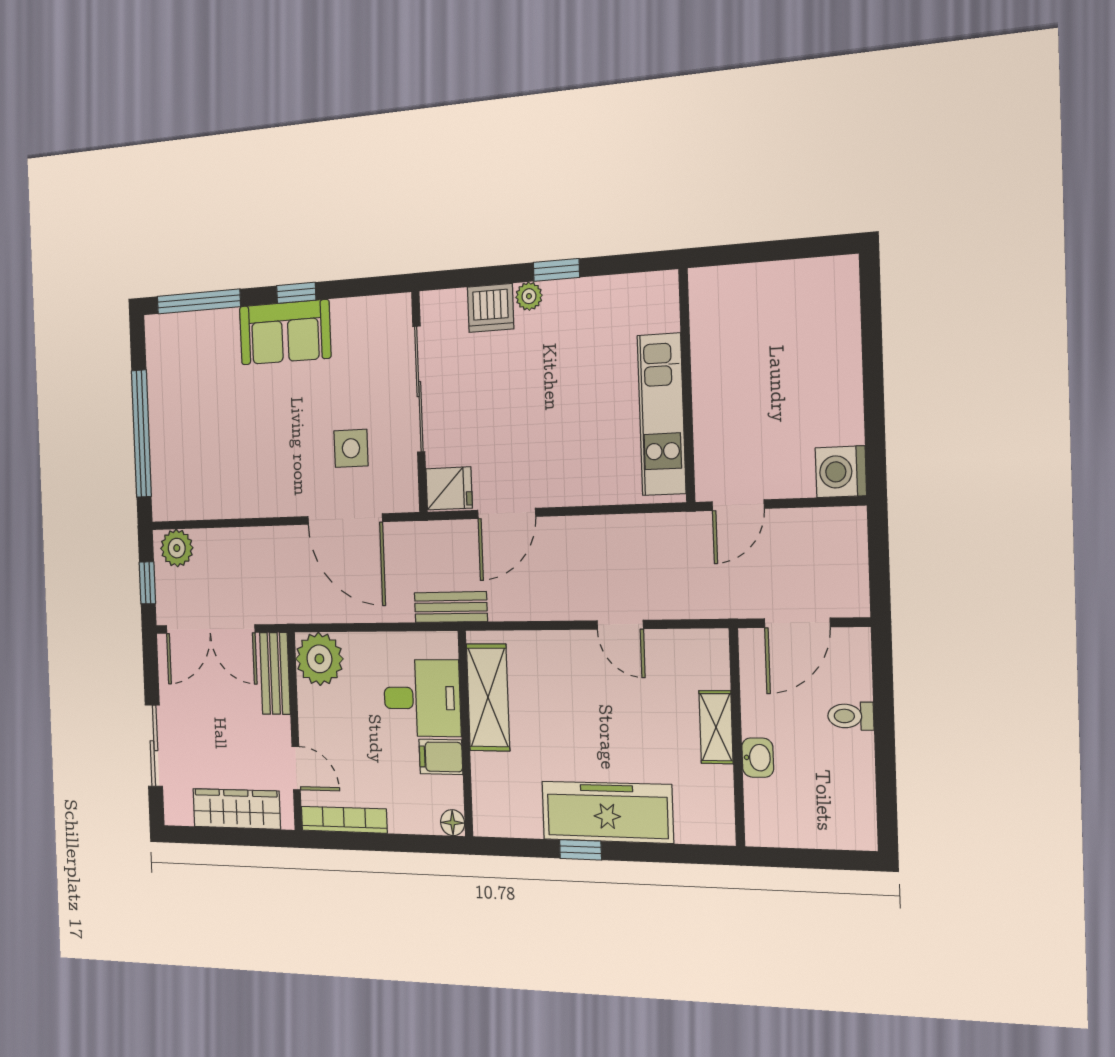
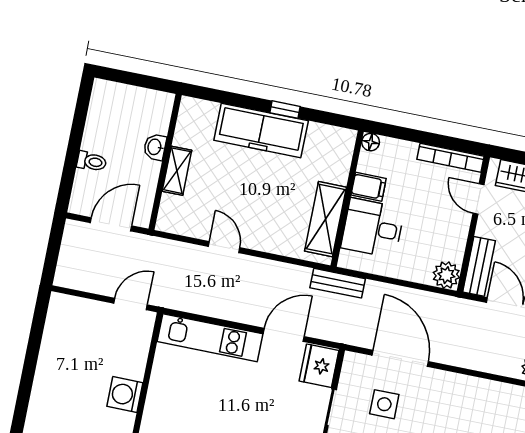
kitchen unit: (662, 414) -> (210, 338), moved, turned 90
washing machine: (841, 472) -> (125, 395), moved, turned 180
fridge: (449, 488) -> (319, 366), width x1.38
plant: (319, 659) -> (446, 275), width x0.73, depth x0.73

